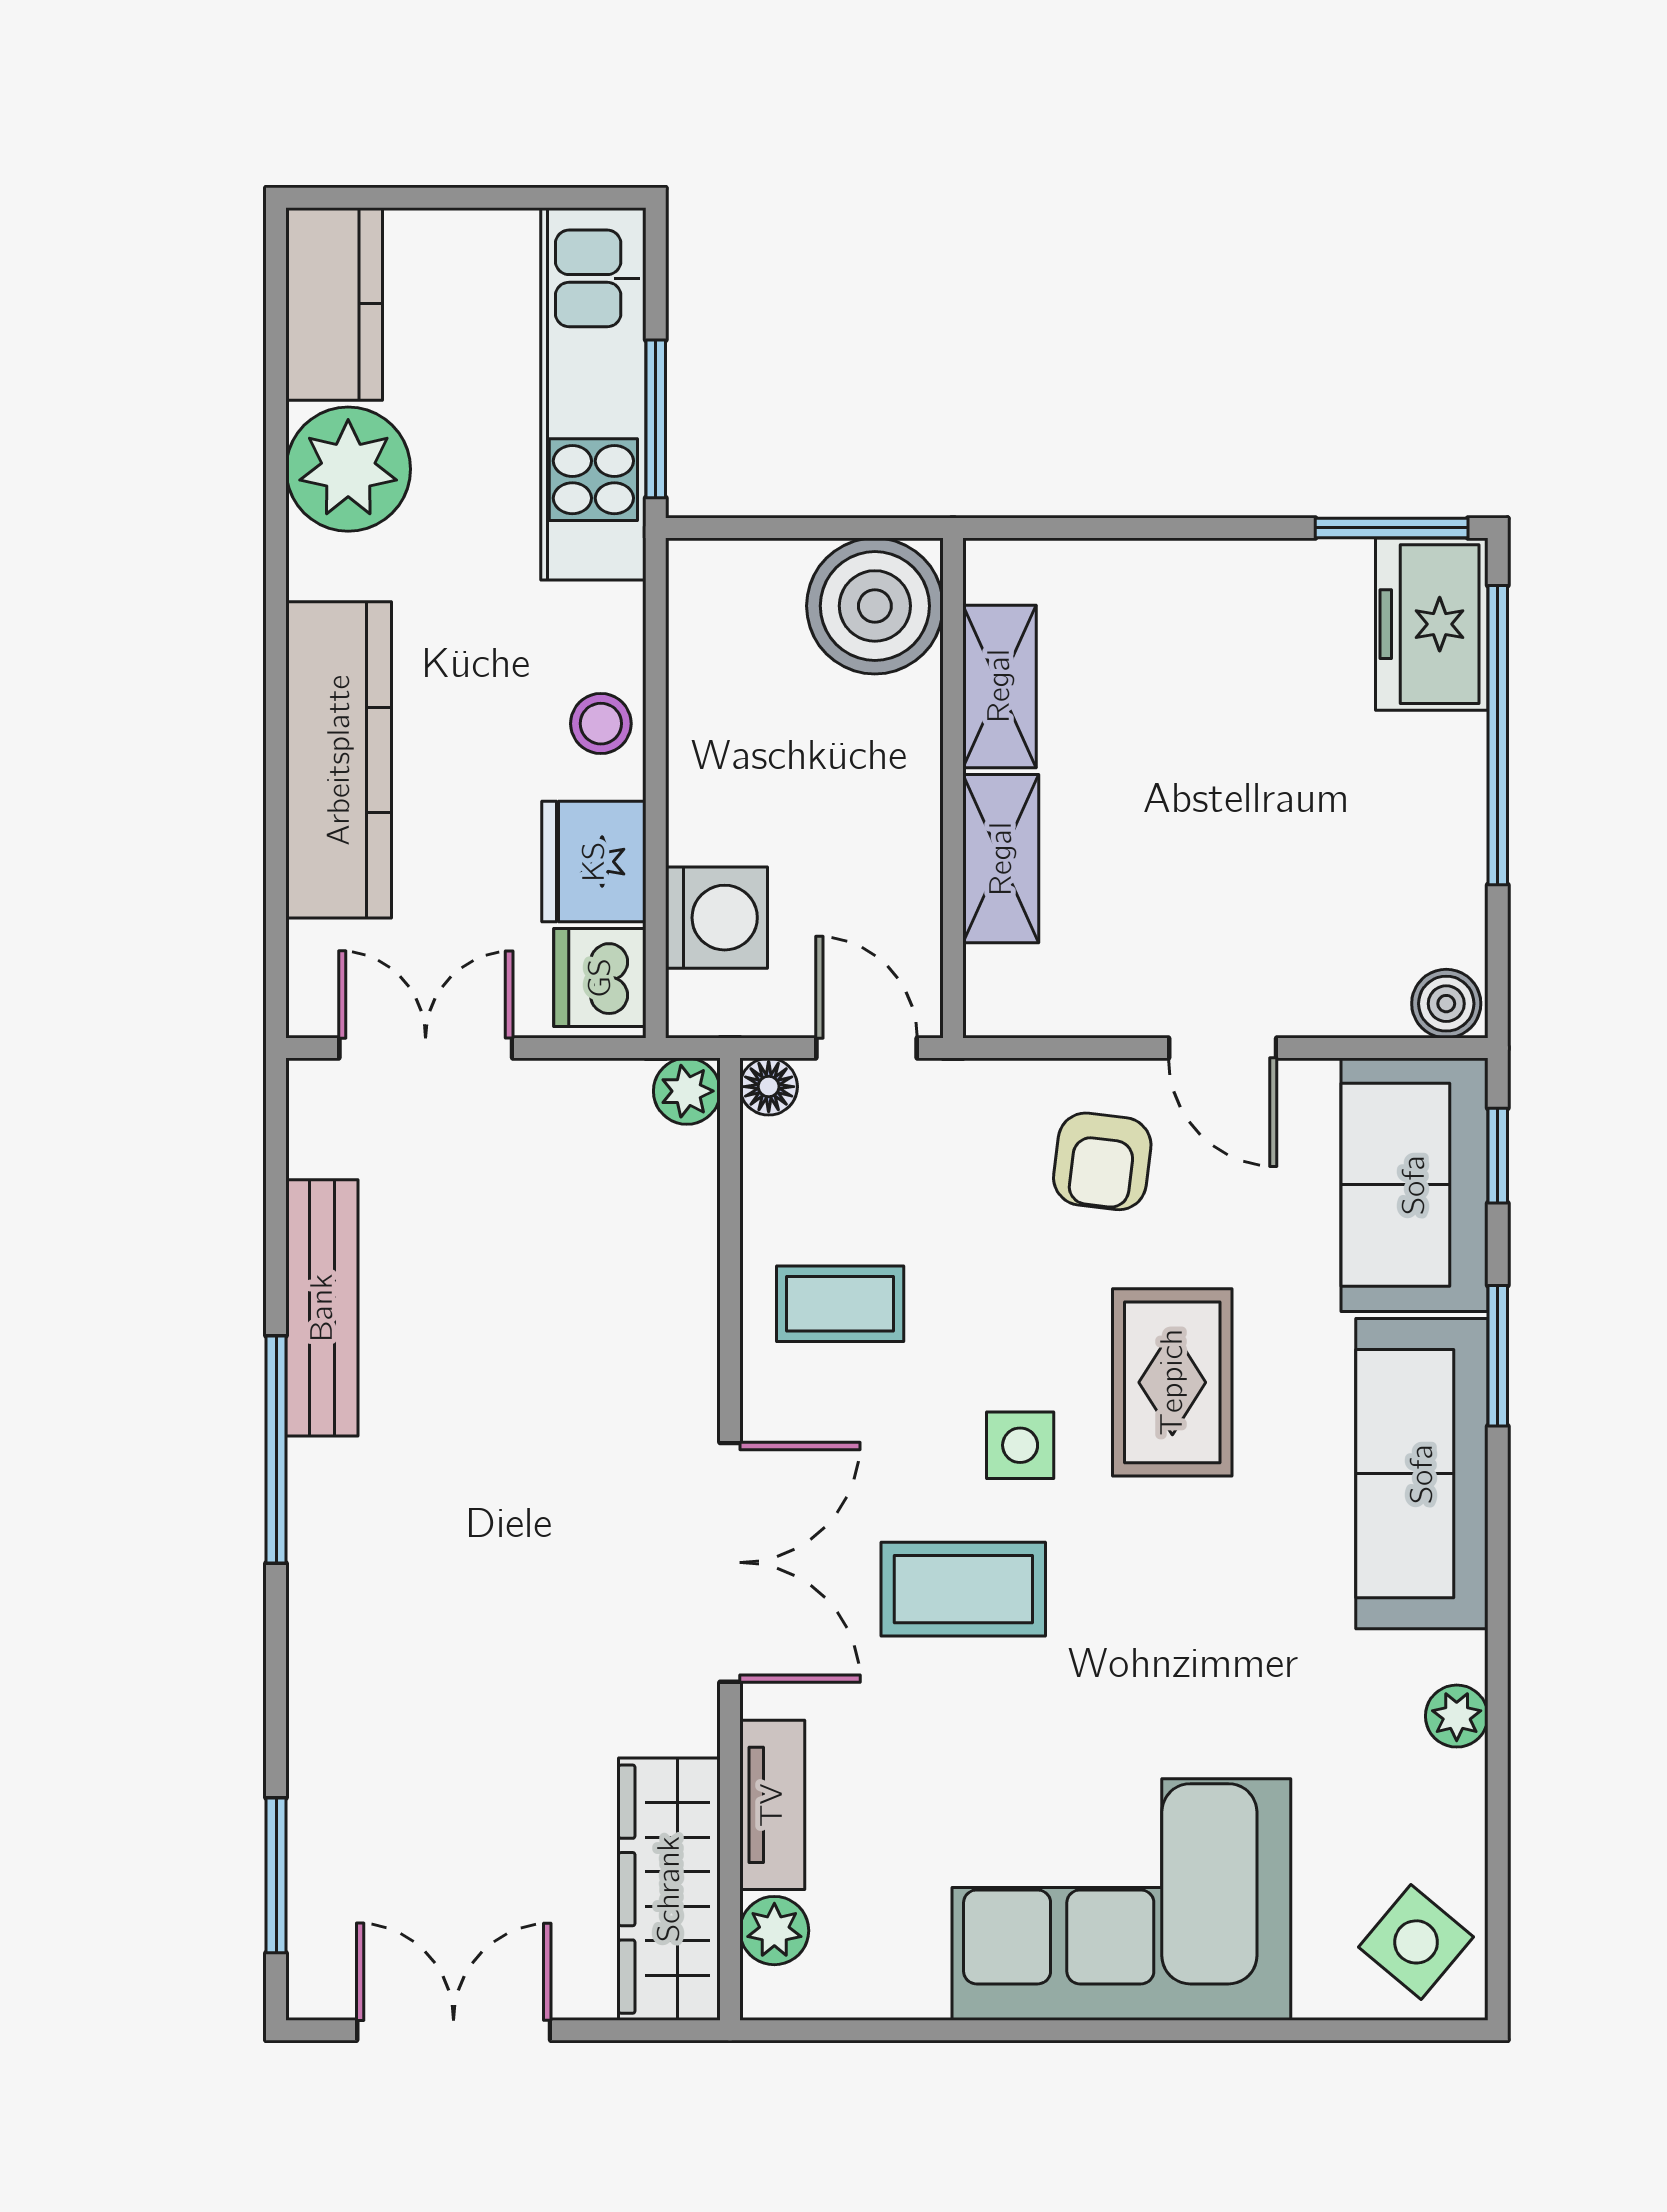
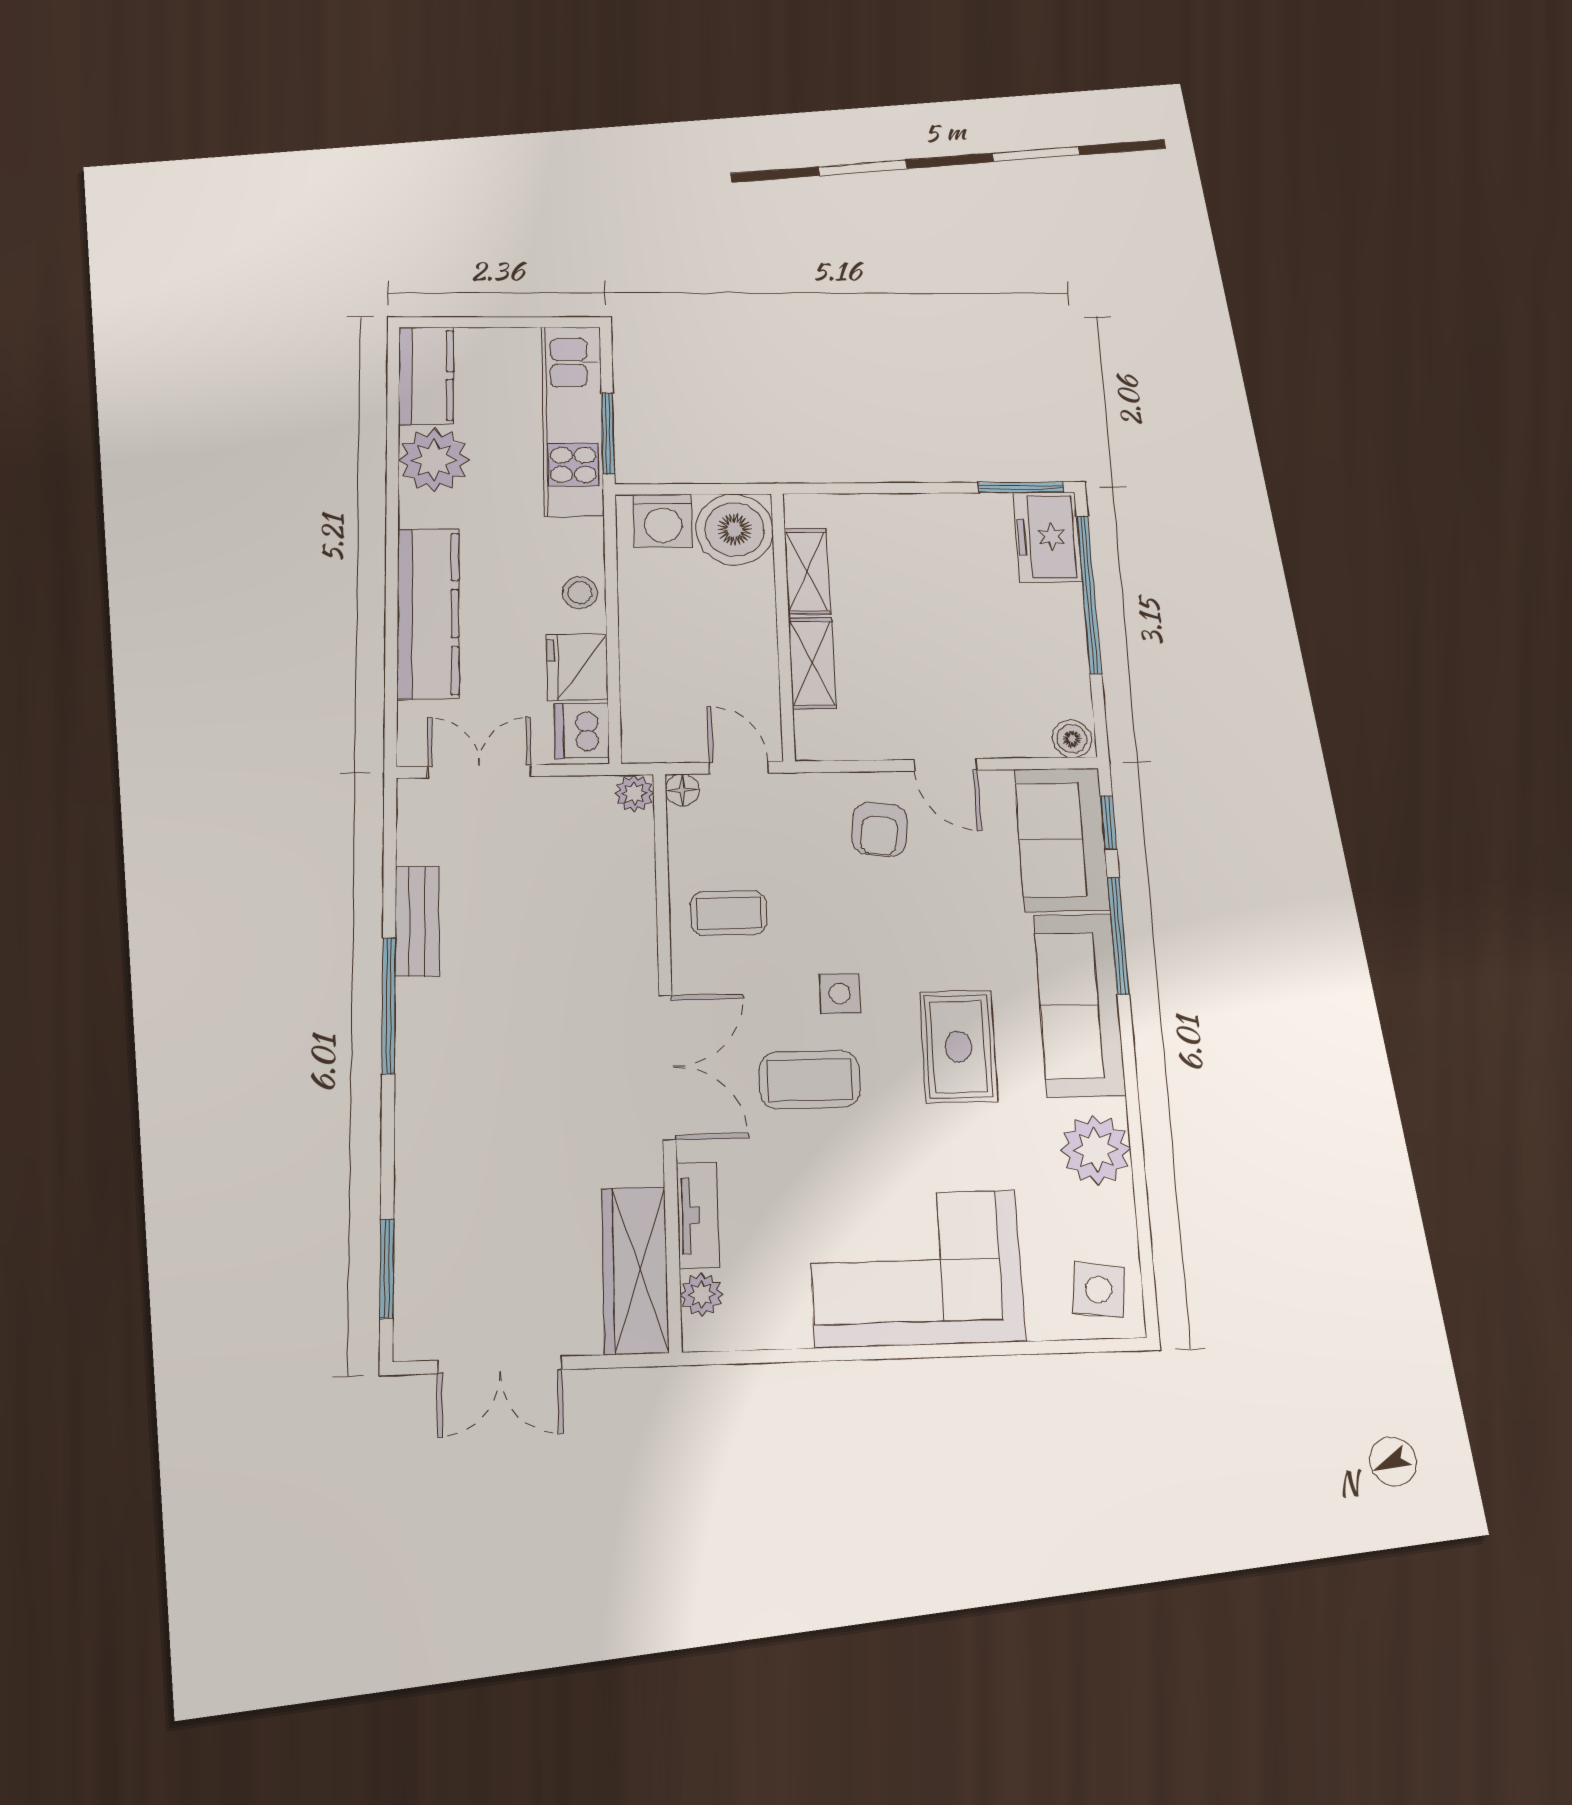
washing machine: (717, 918) -> (663, 521), moved, turned 90
bench: (322, 1308) -> (417, 921), width x0.73
window: (1498, 1356) -> (1118, 936), width x1.44
rug: (1172, 1382) -> (958, 1047), moved
plant: (1457, 1716) -> (1096, 1150), width x1.87, depth x1.87
side table: (1416, 1942) -> (1099, 1290), turned -33
double door: (454, 2030) -> (500, 1365), swing flipped

